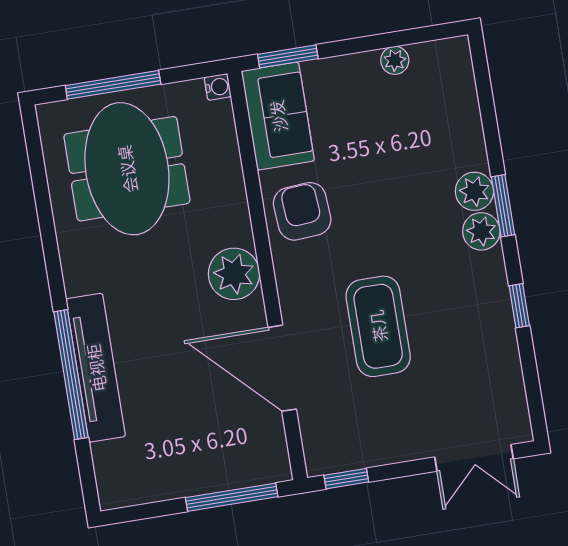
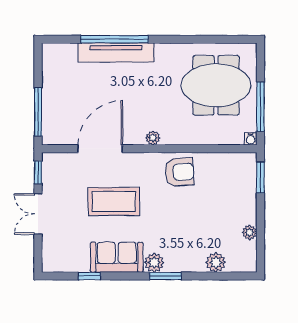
window: (113, 85) -> (260, 107), moved
sofa: (278, 116) -> (117, 257), moved, turned 180
plant: (474, 191) -> (216, 262), moved
plant: (234, 274) -> (153, 138), width x0.53, depth x0.53
window: (519, 306) -> (89, 276), moved
double door: (474, 458) -> (38, 214), moved

